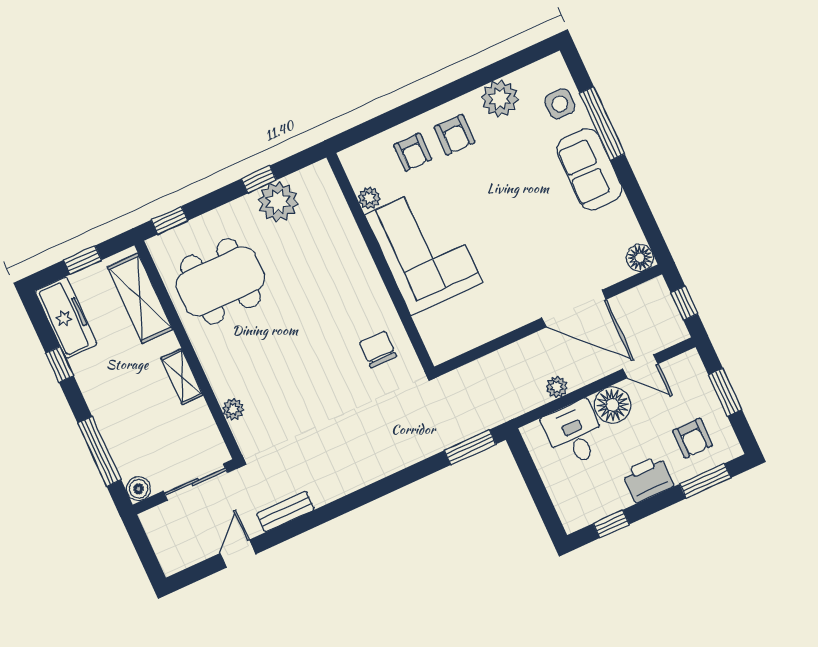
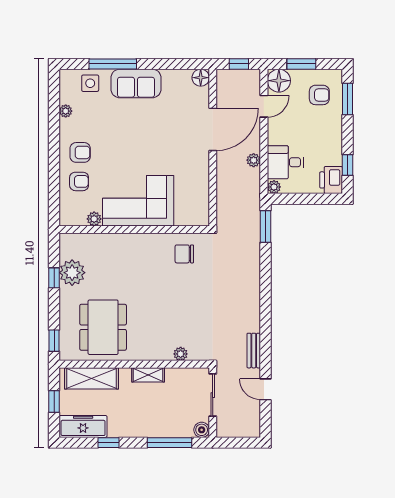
plant: (500, 99) -> (66, 111), width x0.53, depth x0.53
floor lamp: (613, 405) -> (279, 81), moved
plant: (532, 433) -> (274, 187), added
printer: (648, 479) -> (331, 180), moved

